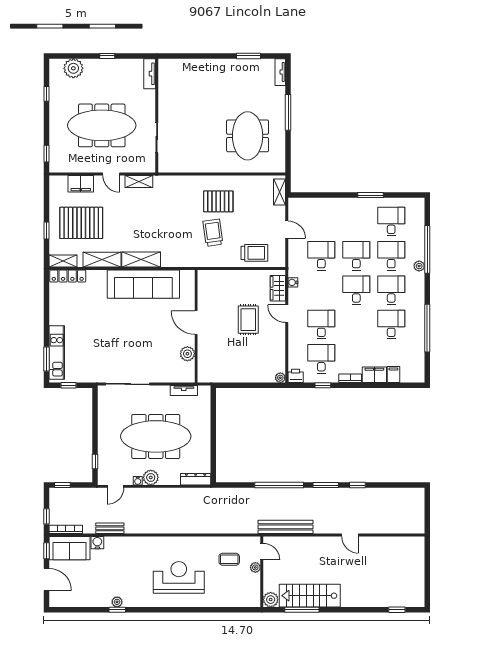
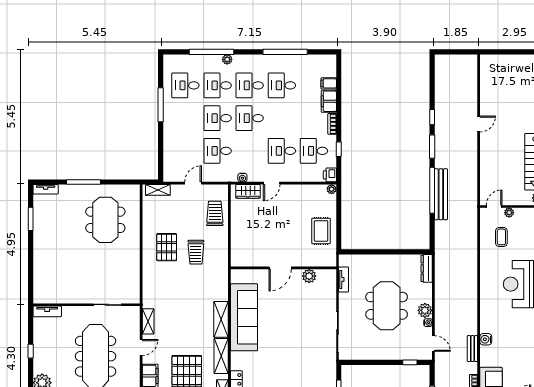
meeting table: (248, 136) -> (105, 220), turned 90
window: (371, 195) -> (161, 105), width x1.44
trolley: (213, 233) -> (196, 252), turned -82
rug: (248, 320) -> (321, 231), moved, turned 90
meeting table: (156, 436) -> (387, 306), width x0.73
bench: (285, 527) -> (441, 194), moved
water cooler: (97, 543) -> (486, 339), moved

